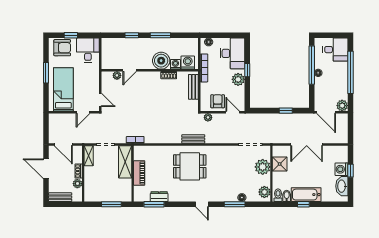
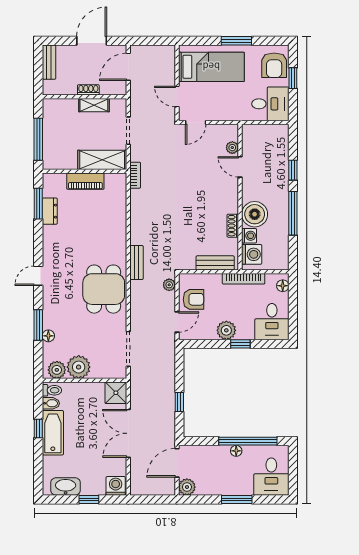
window: (160, 35) -> (293, 213), width x1.44
desk: (232, 53) -> (272, 322), width x0.73
window: (351, 72) -> (237, 499), width x0.47
shelving: (89, 156) -> (94, 105), moved
shower: (280, 164) -> (116, 393), moved
dining table: (190, 166) -> (104, 289), moved
plant: (263, 167) -> (79, 367), moved
washing machine: (342, 169) -> (116, 486), moved
plant: (77, 184) -> (69, 88), removed
window: (111, 204) -> (38, 139), width x1.44

